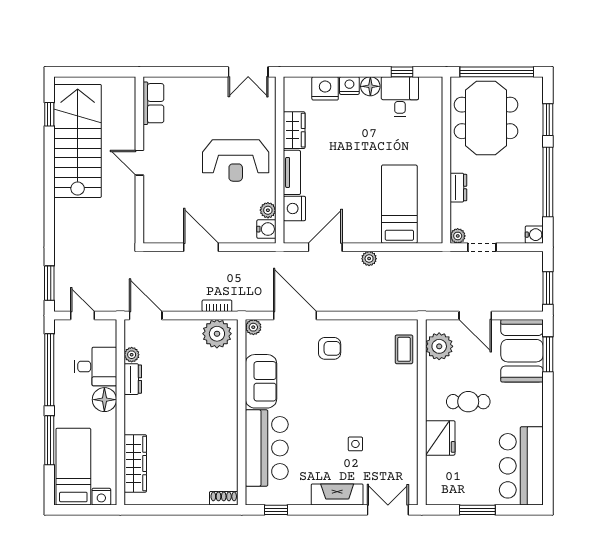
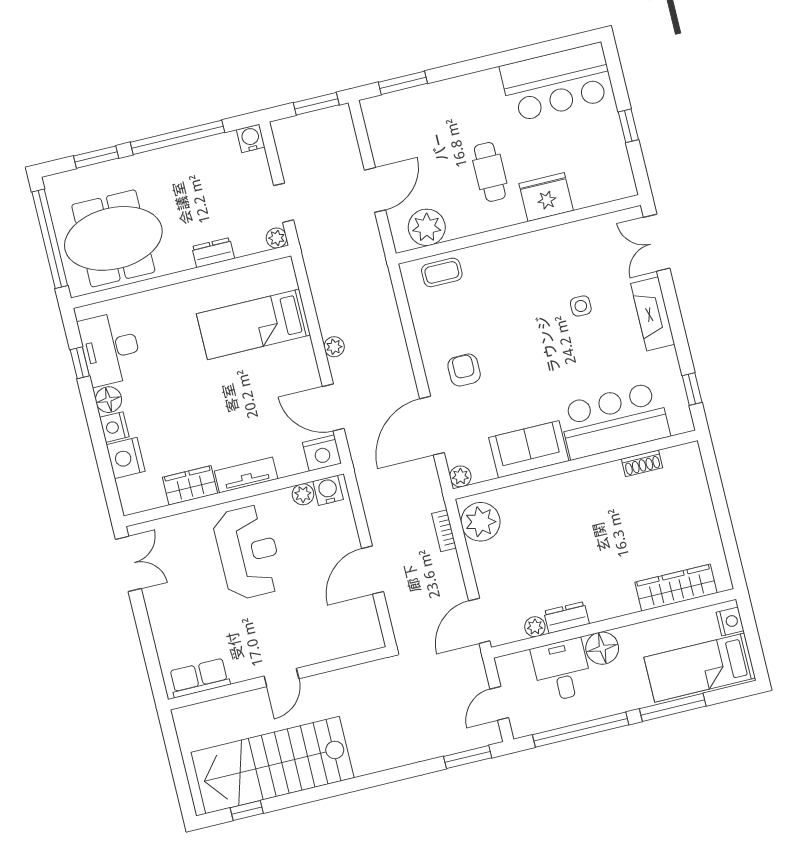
desk: (400, 97) -> (110, 349), width x1.37
nightstand: (294, 209) -> (322, 453), moved
booth: (522, 351) -> (406, 118), removed
shoe rack: (224, 498) -> (642, 463), moved, turned -90
window: (477, 510) -> (628, 126), width x0.67

